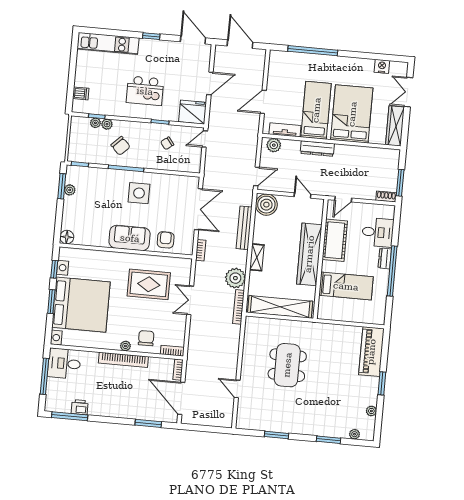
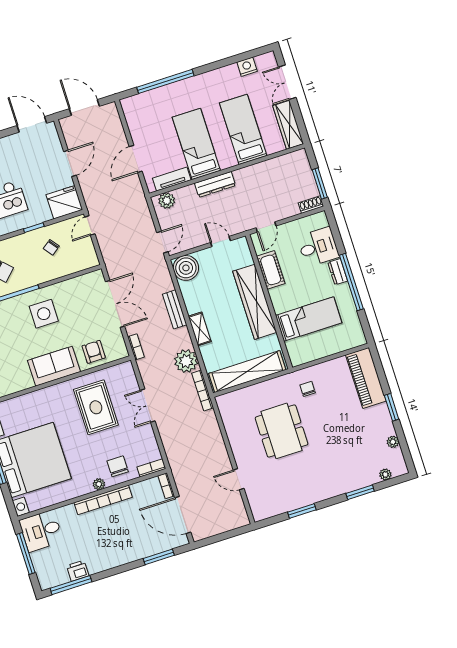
bed: (352, 114) -> (243, 129), width x0.67
bench: (244, 228) -> (175, 309), width x0.73
cot: (335, 240) -> (271, 270), width x0.73, depth x0.75
rug: (149, 284) -> (96, 407), turned 90
chair: (322, 341) -> (308, 389), added

